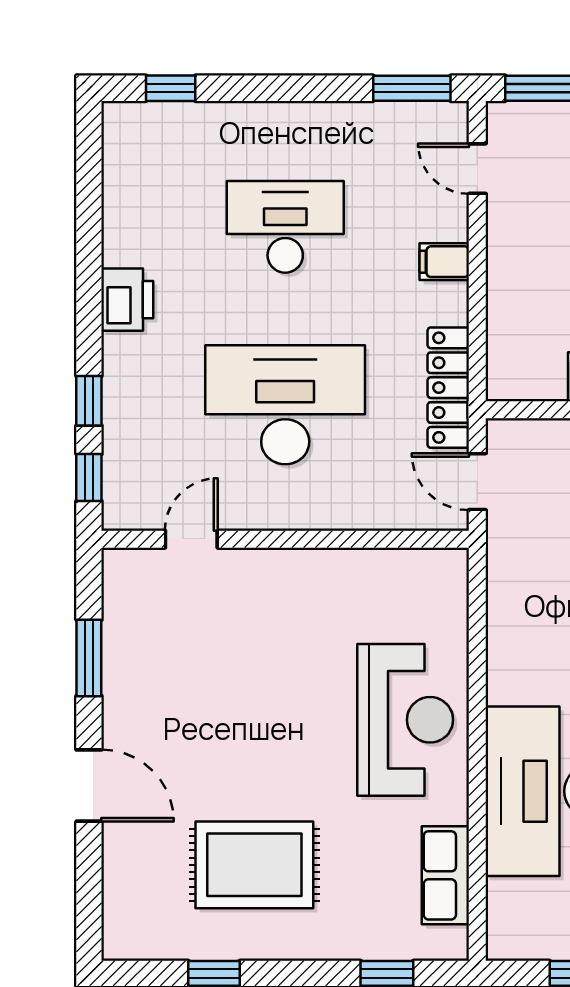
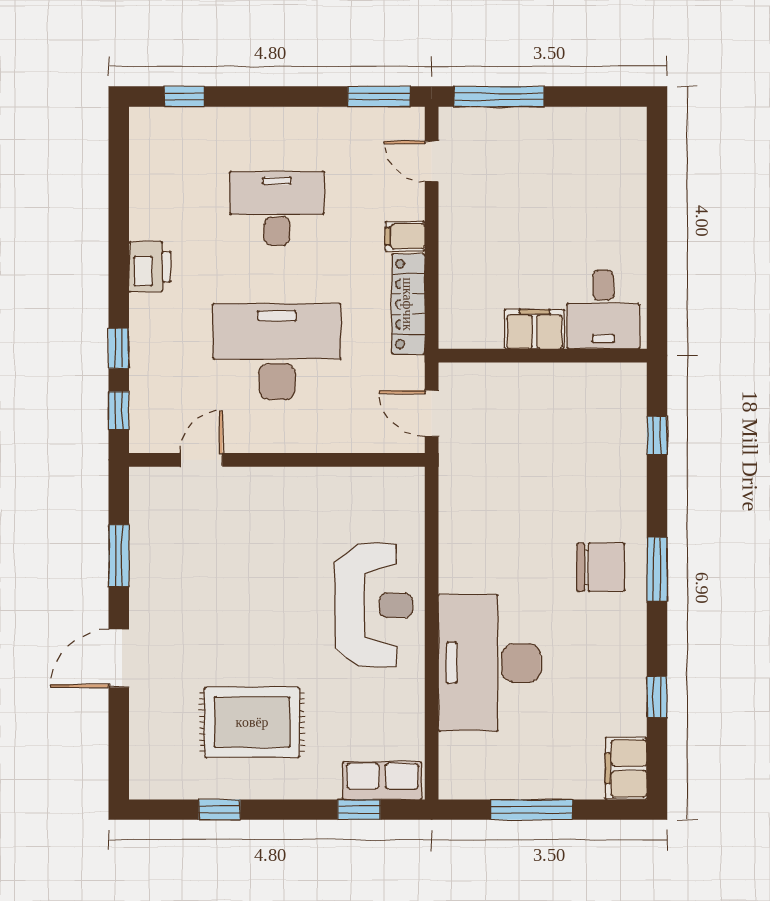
locker: (448, 388) -> (408, 304), moved
door: (89, 786) -> (119, 658), swing flipped
row of seats: (445, 875) -> (382, 781), moved, turned 90

